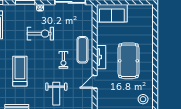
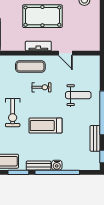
exercise bike: (40, 34) -> (13, 113), turned 180
treadmill: (20, 71) -> (45, 126), moved

